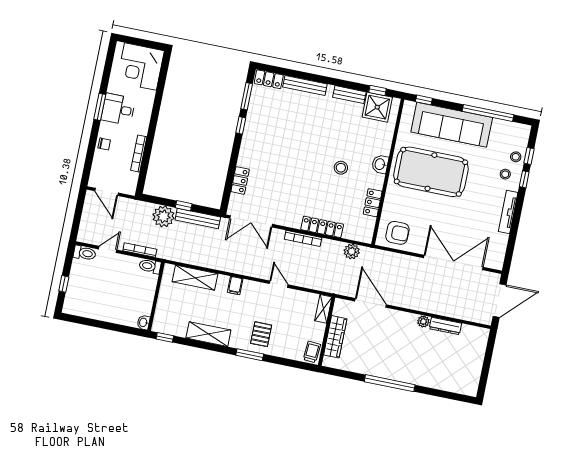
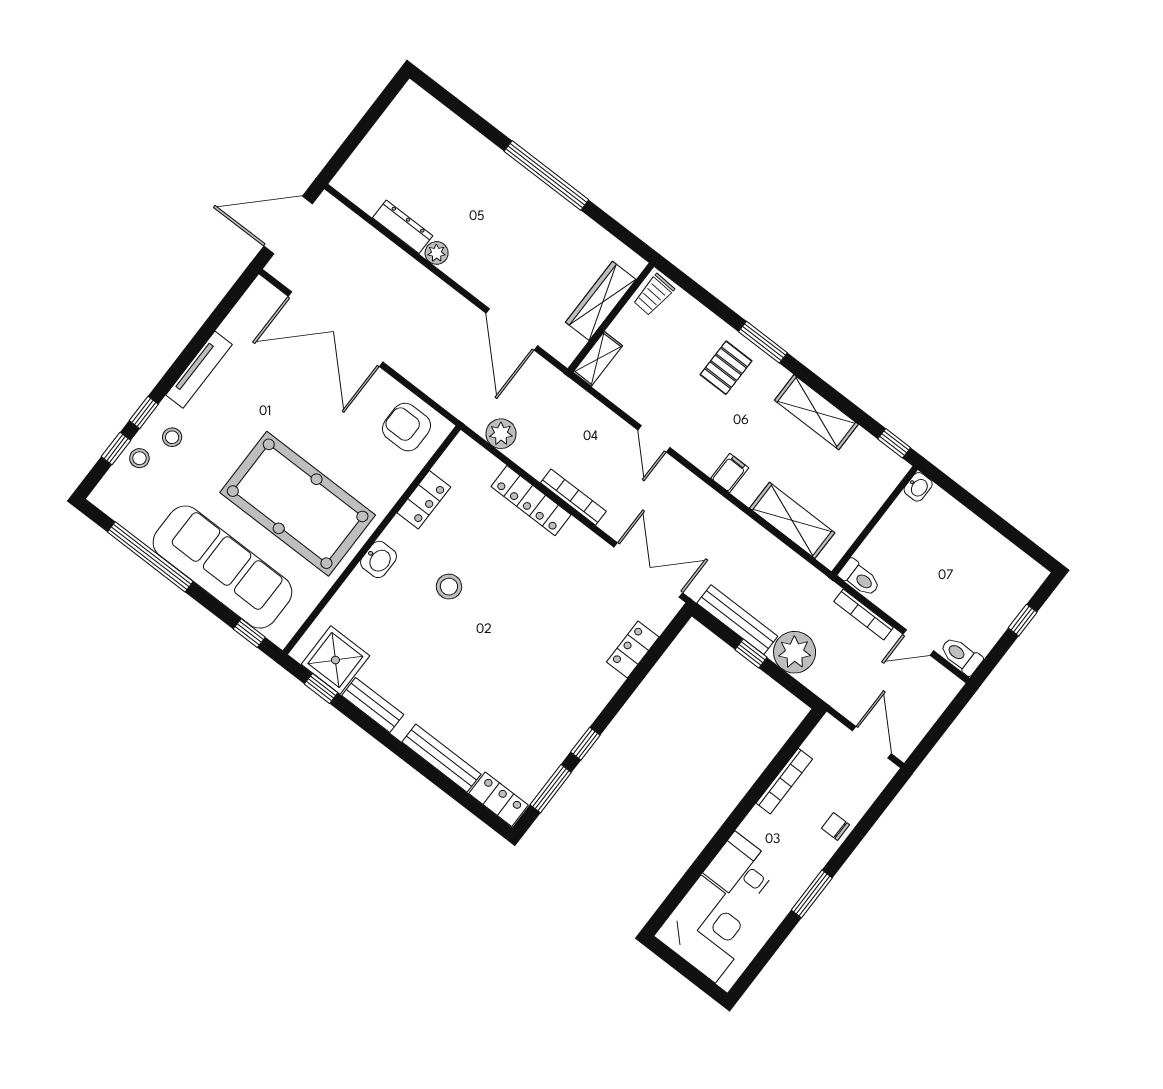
desk: (118, 109) -> (741, 869), moved, turned 180

